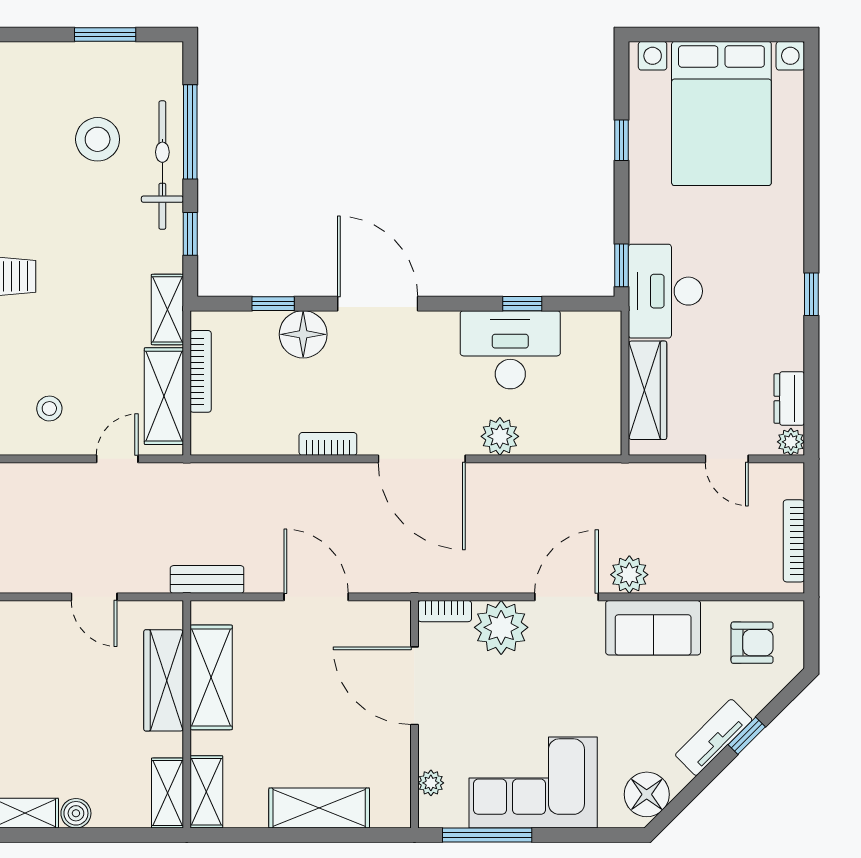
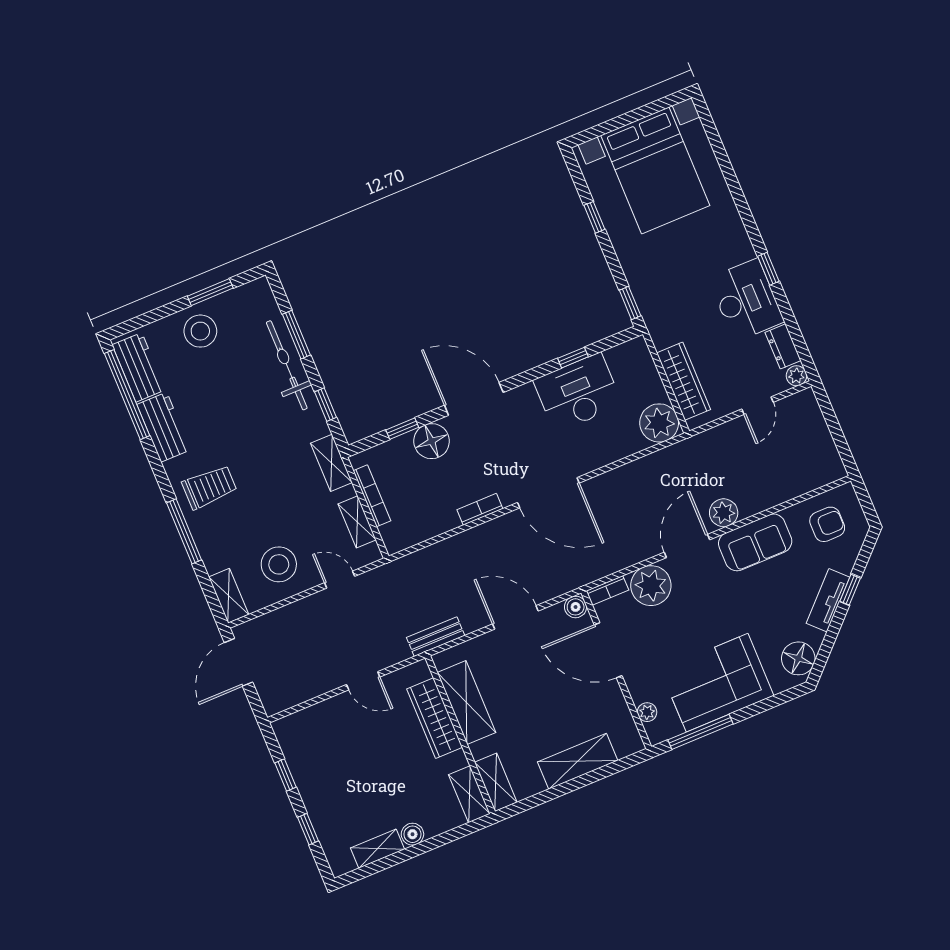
window: (190, 132) -> (296, 335), width x0.69
stool: (98, 139) -> (200, 331), moved
desk: (665, 291) -> (746, 300), moved, turned 180
shelving: (164, 396) -> (357, 522), width x0.67, depth x0.75
stool: (49, 409) -> (279, 564), width x1.89, depth x1.89
plant: (500, 436) -> (659, 423), moved, width x1.36, depth x1.36
door: (117, 459) -> (340, 580), hinge flipped
door: (727, 459) -> (757, 406), hinge flipped
bookcase: (794, 541) -> (827, 443), removed
boiler: (396, 615) -> (576, 607), added

